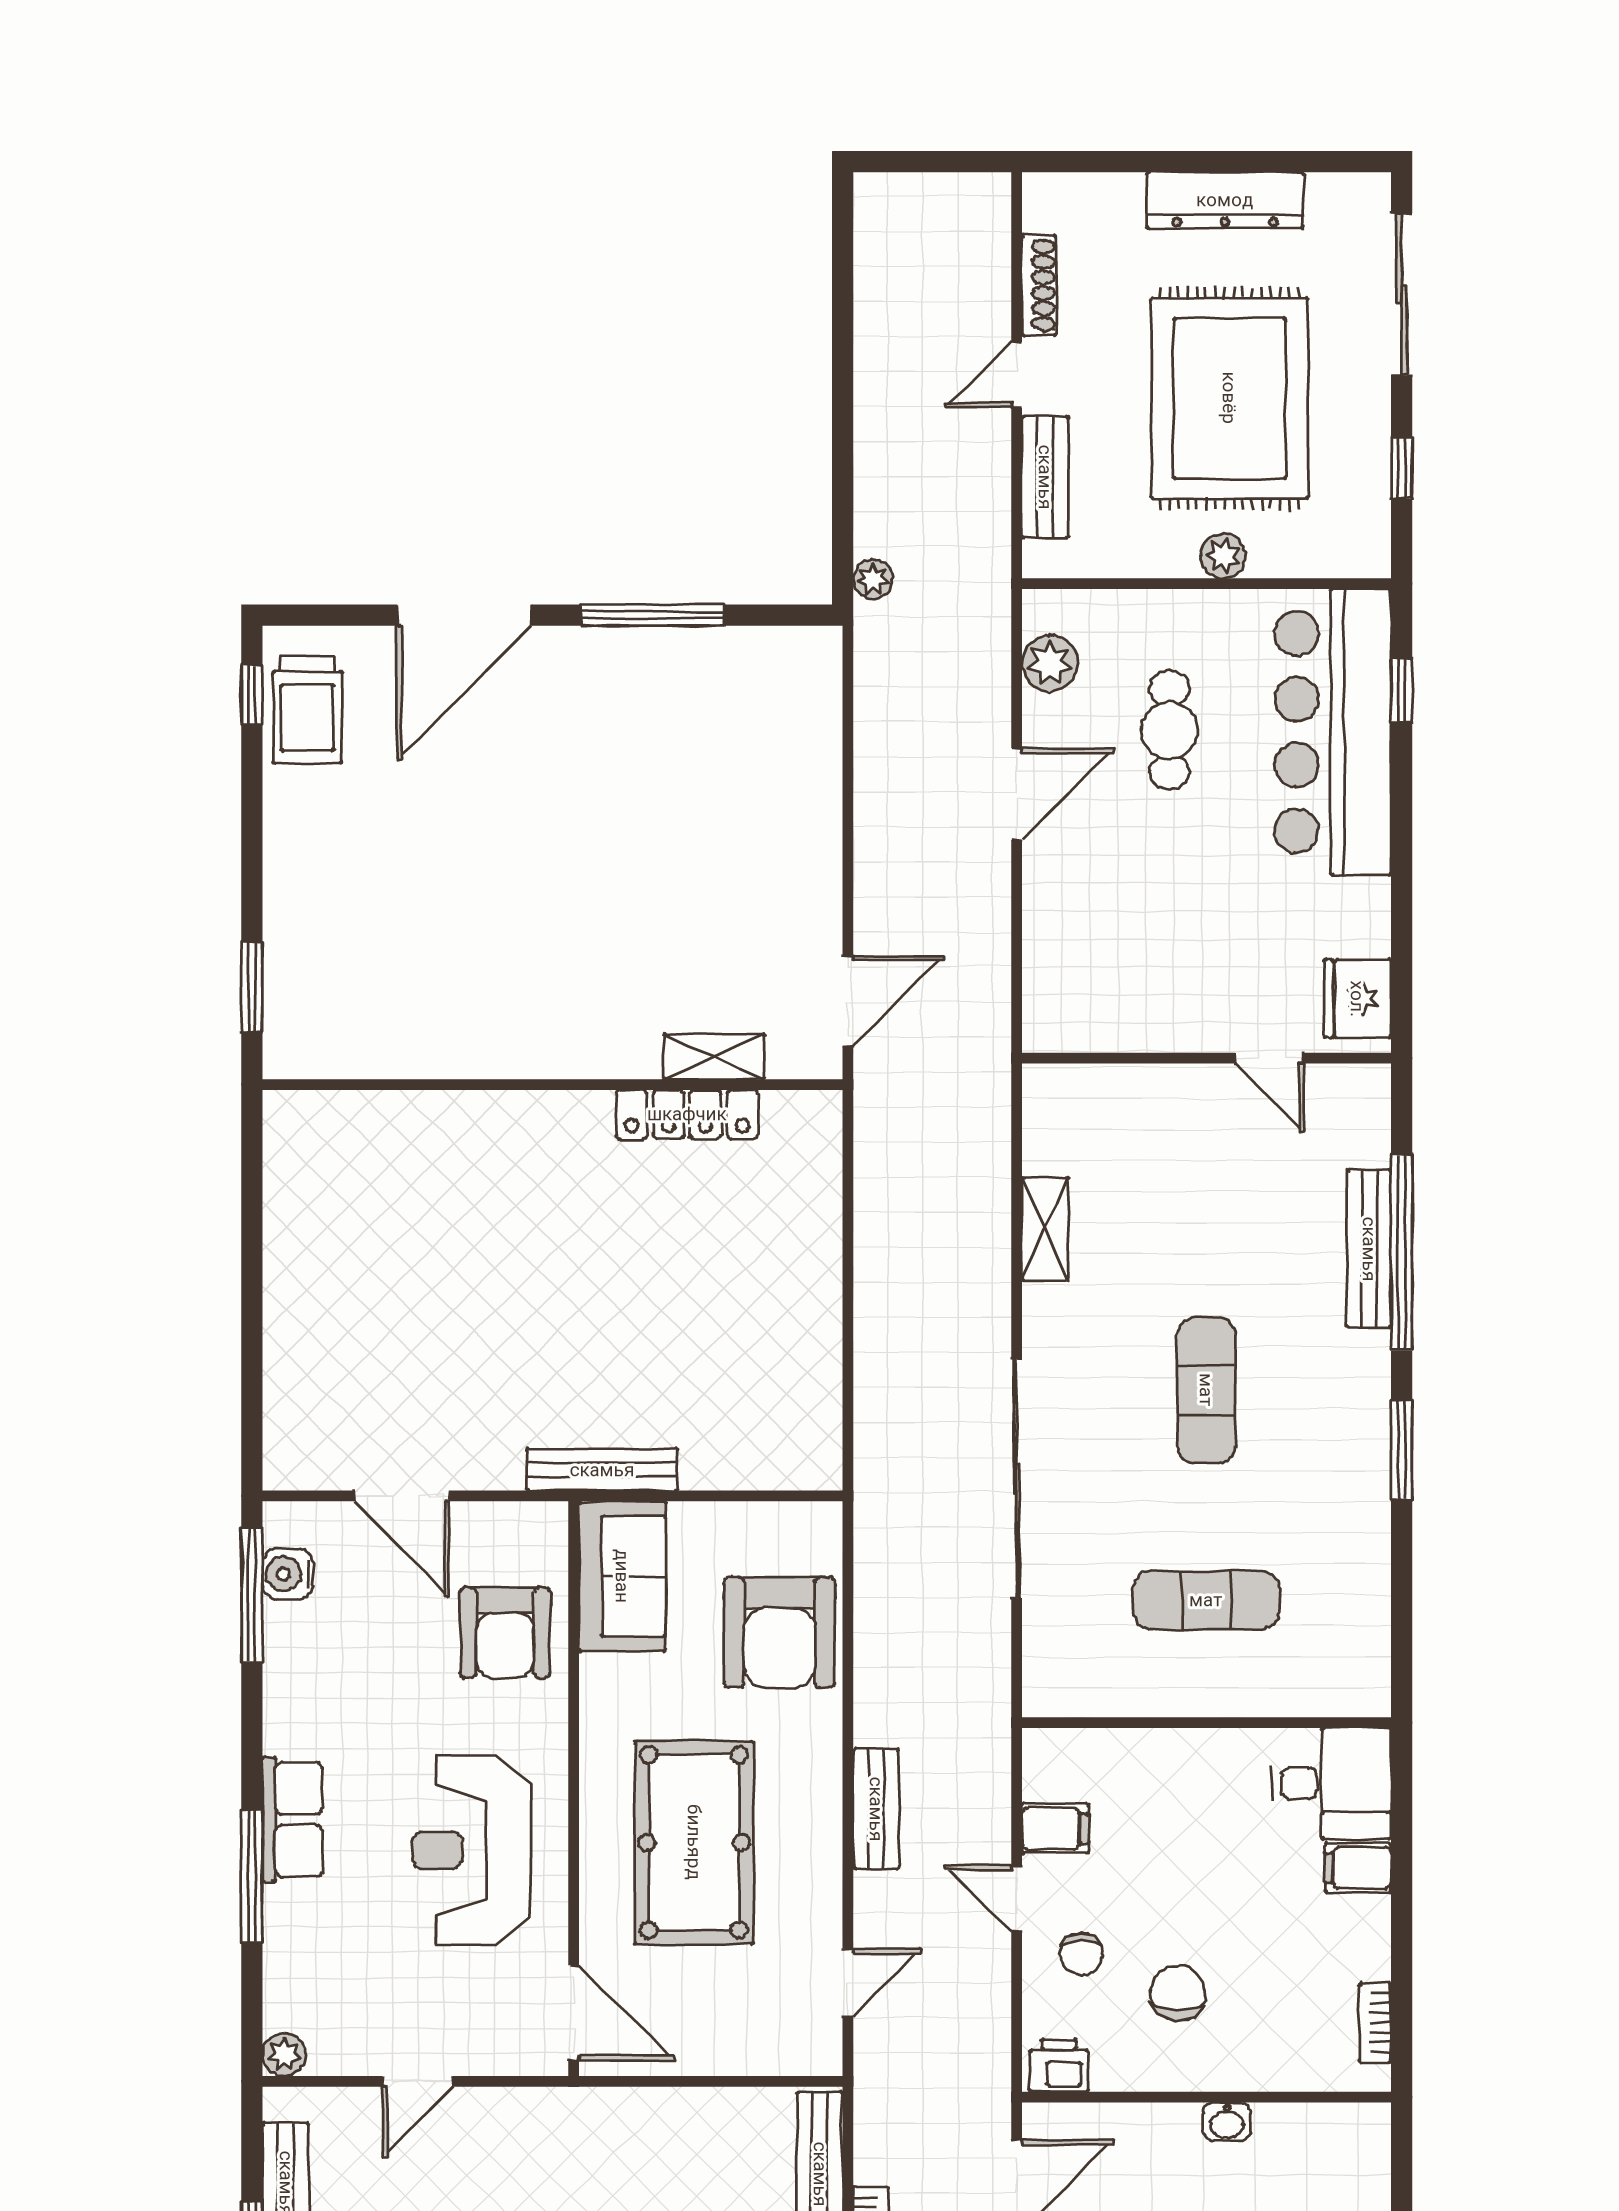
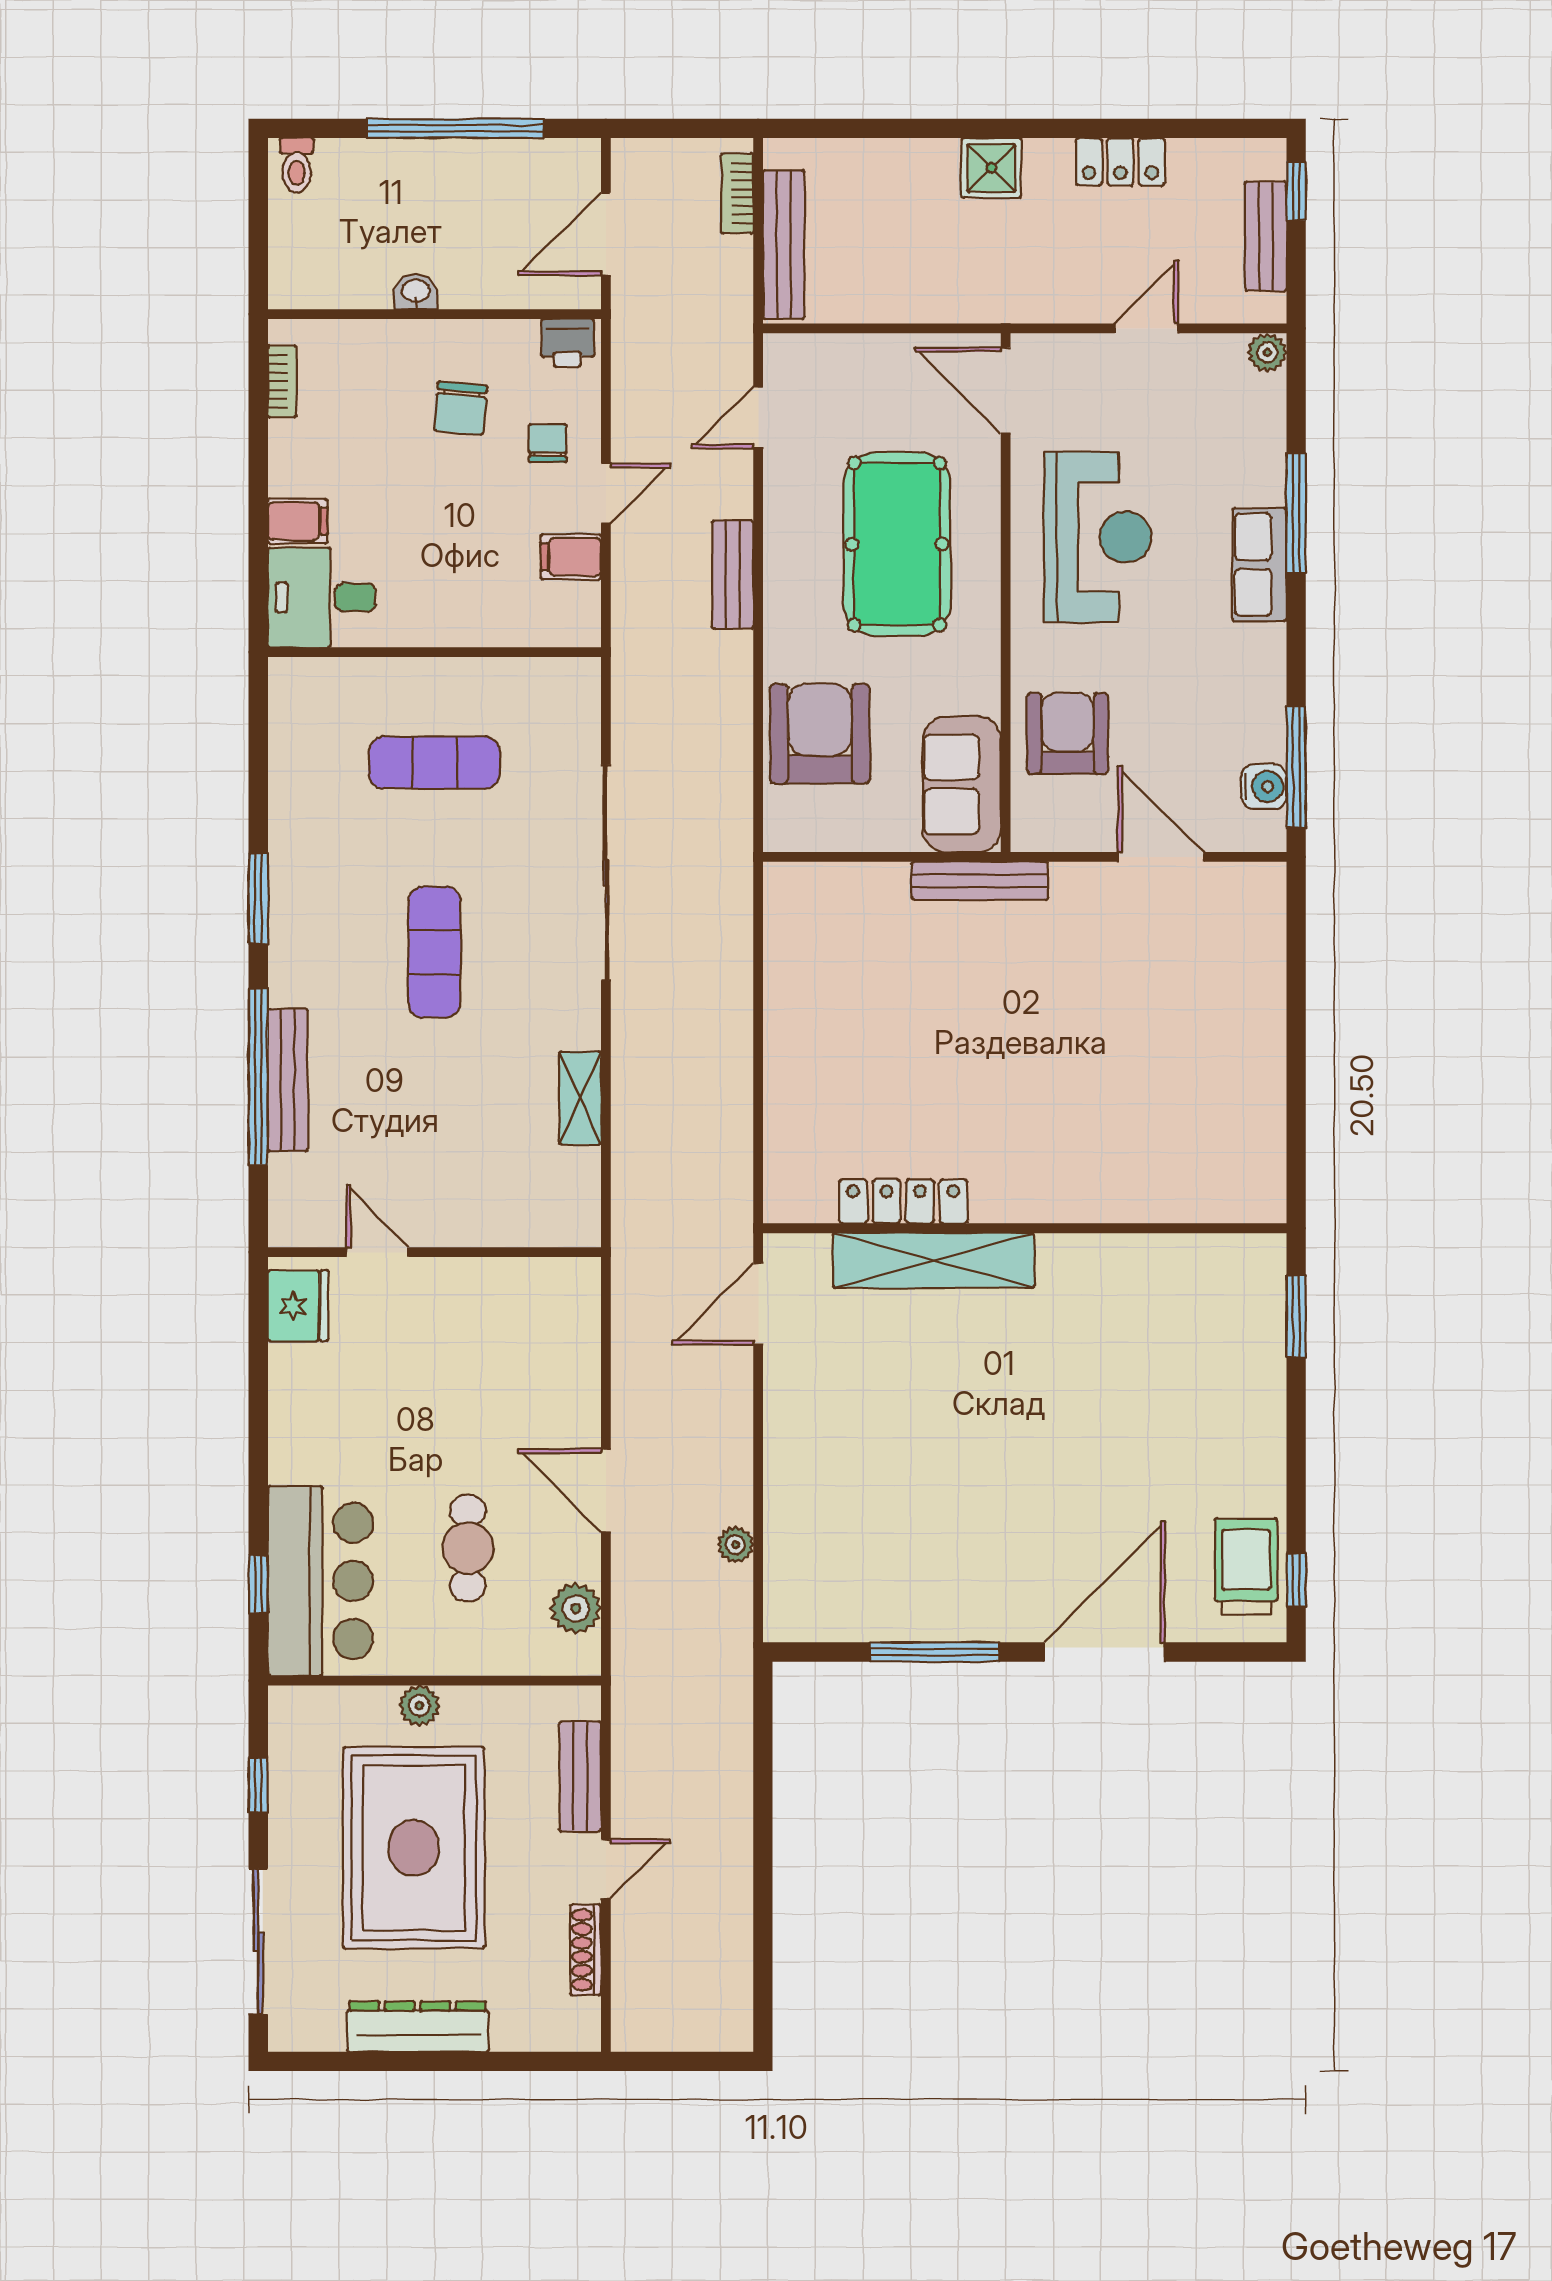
plant: (873, 579) -> (736, 1545), moved
bar counter: (1333, 732) -> (320, 1581), width x0.73
door: (1017, 794) -> (606, 1490), hinge flipped
shelving: (714, 1056) -> (934, 1260), width x2.20, depth x1.33
door: (1017, 1899) -> (606, 493), hinge flipped

